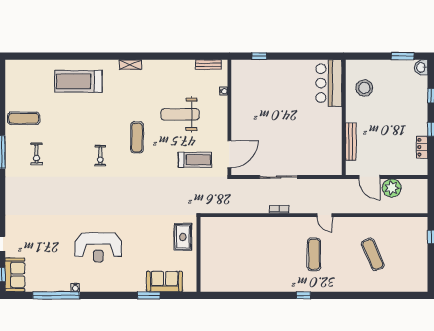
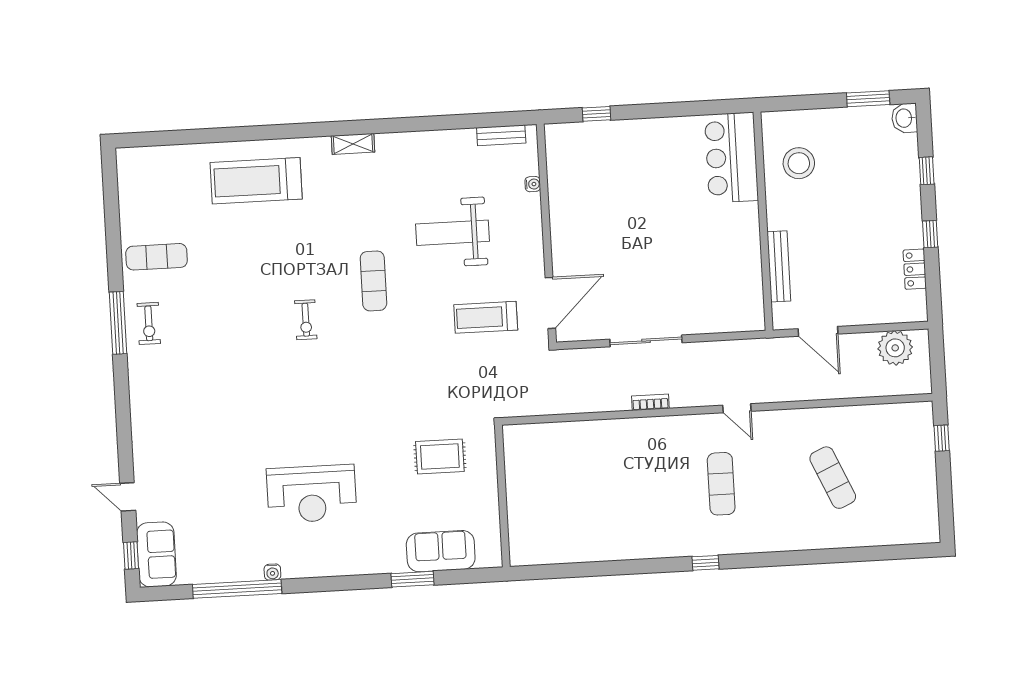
exercise bike: (37, 154) -> (149, 323), moved
treadmill: (195, 160) -> (486, 317), turned 180
plant: (392, 188) -> (895, 348), moved
rug: (183, 237) -> (440, 456), moved, turned 90

